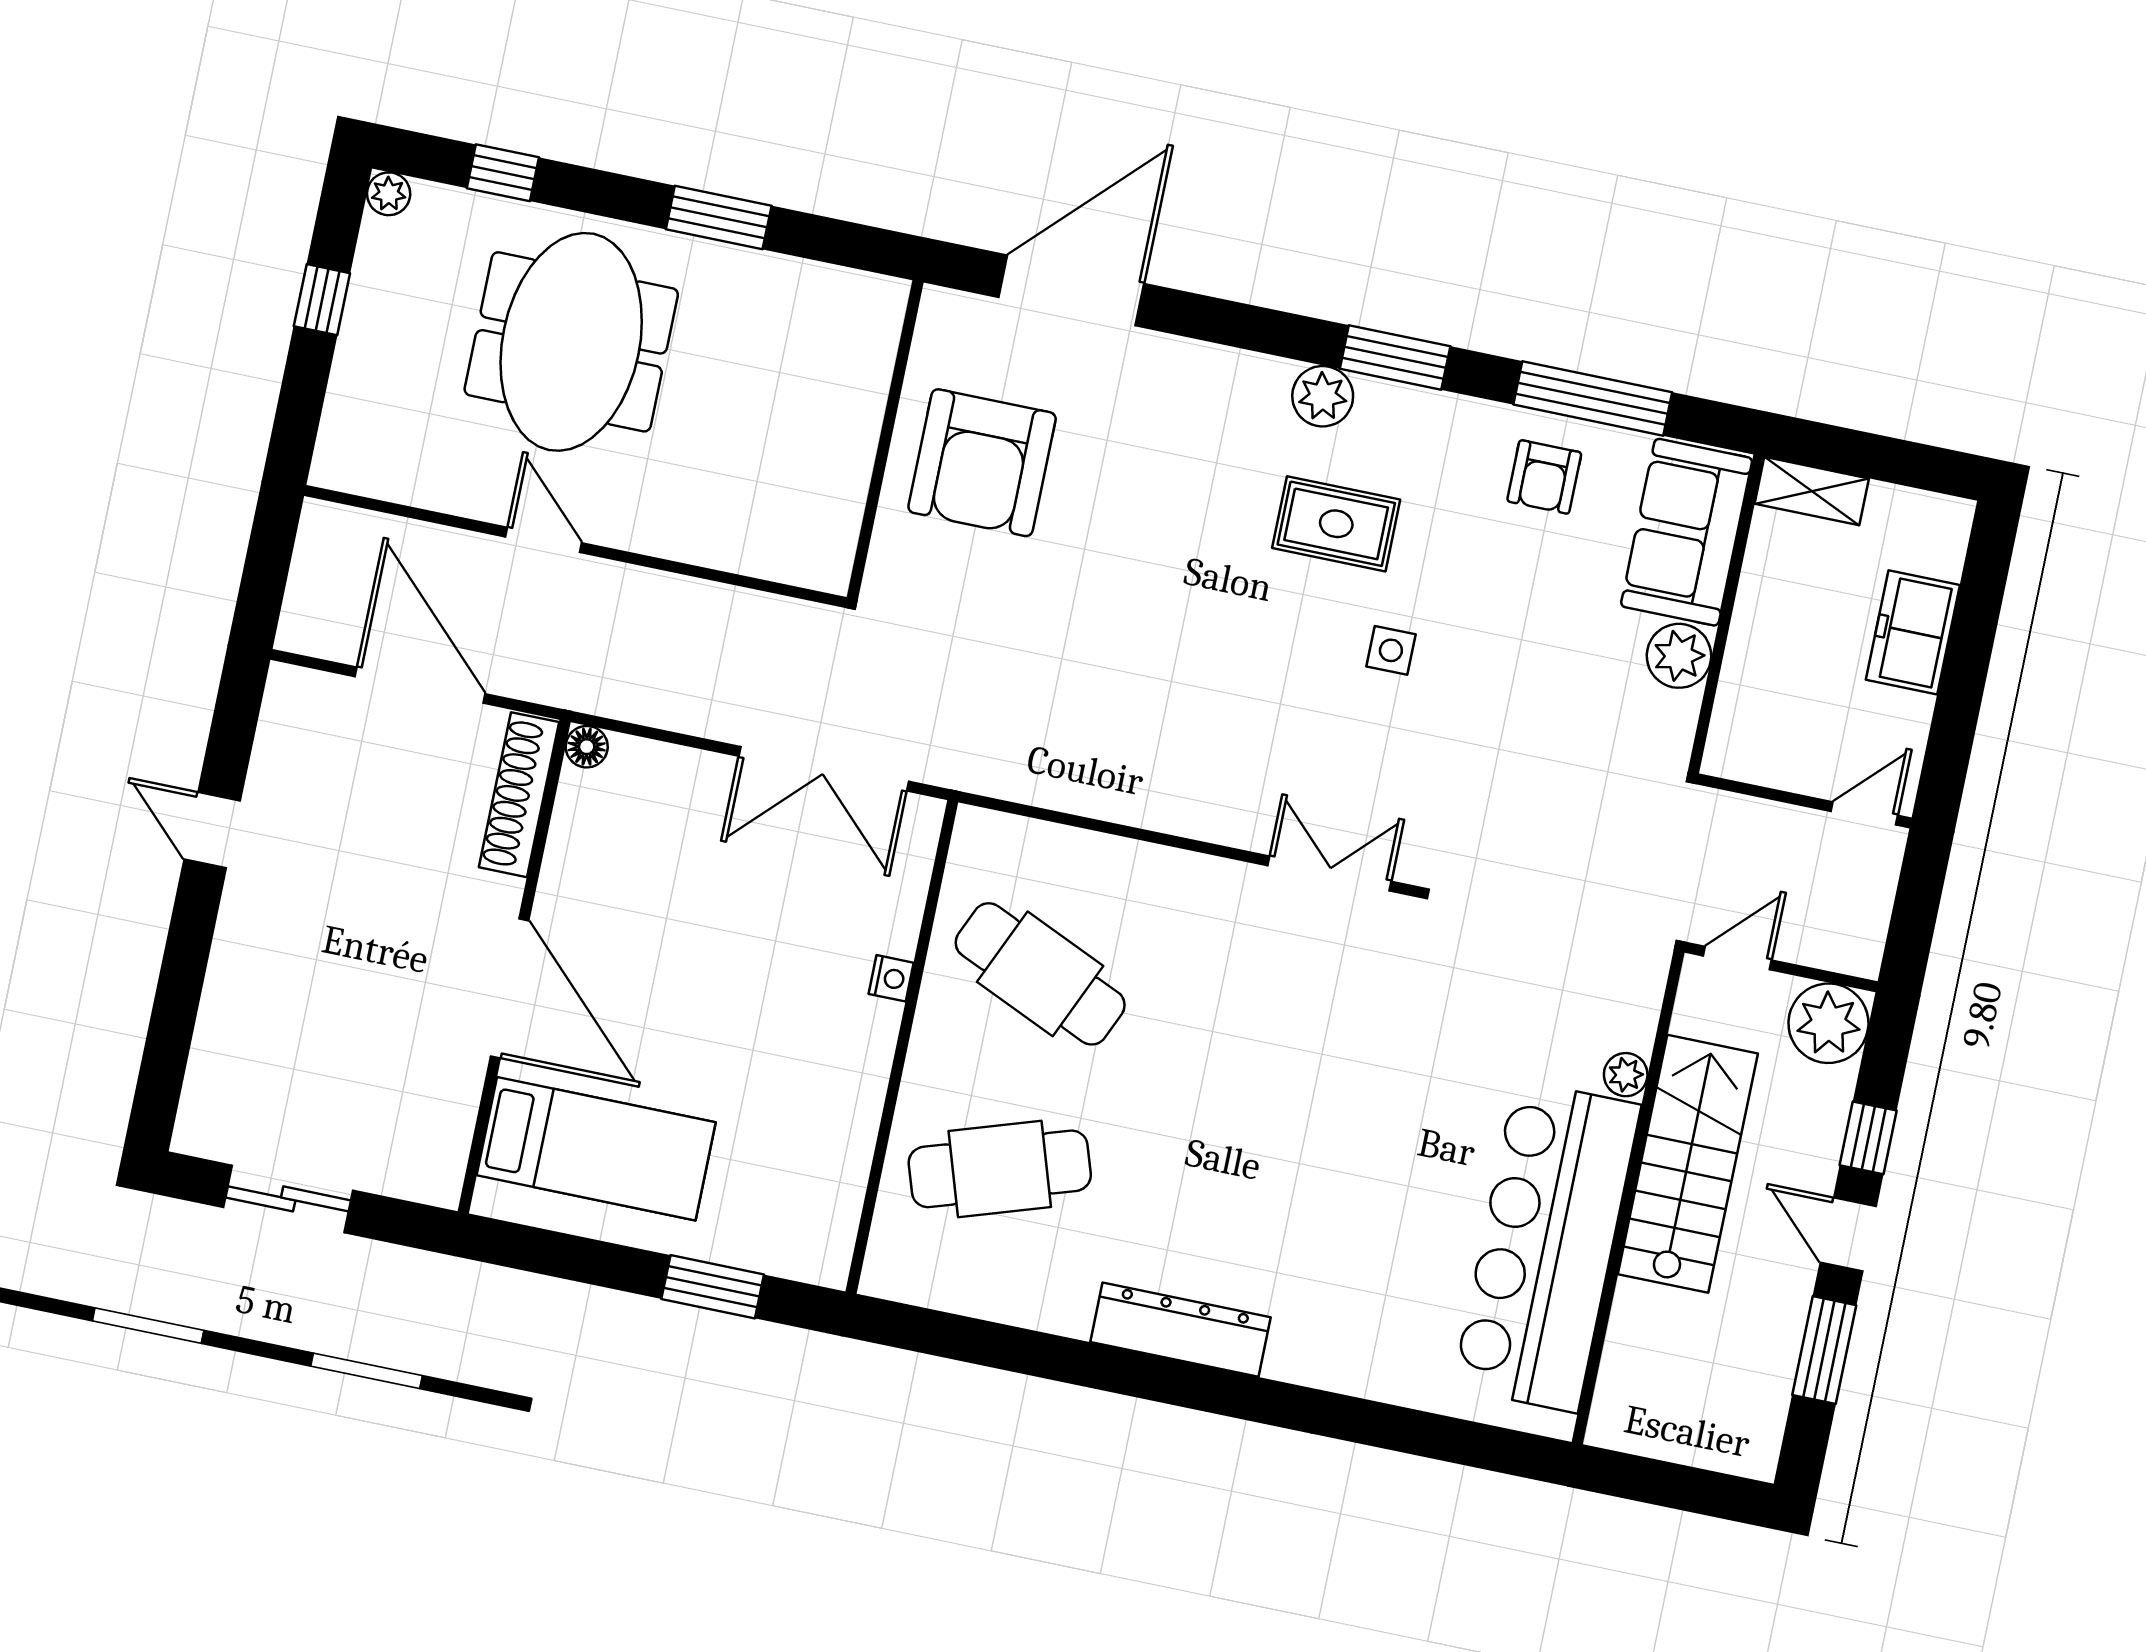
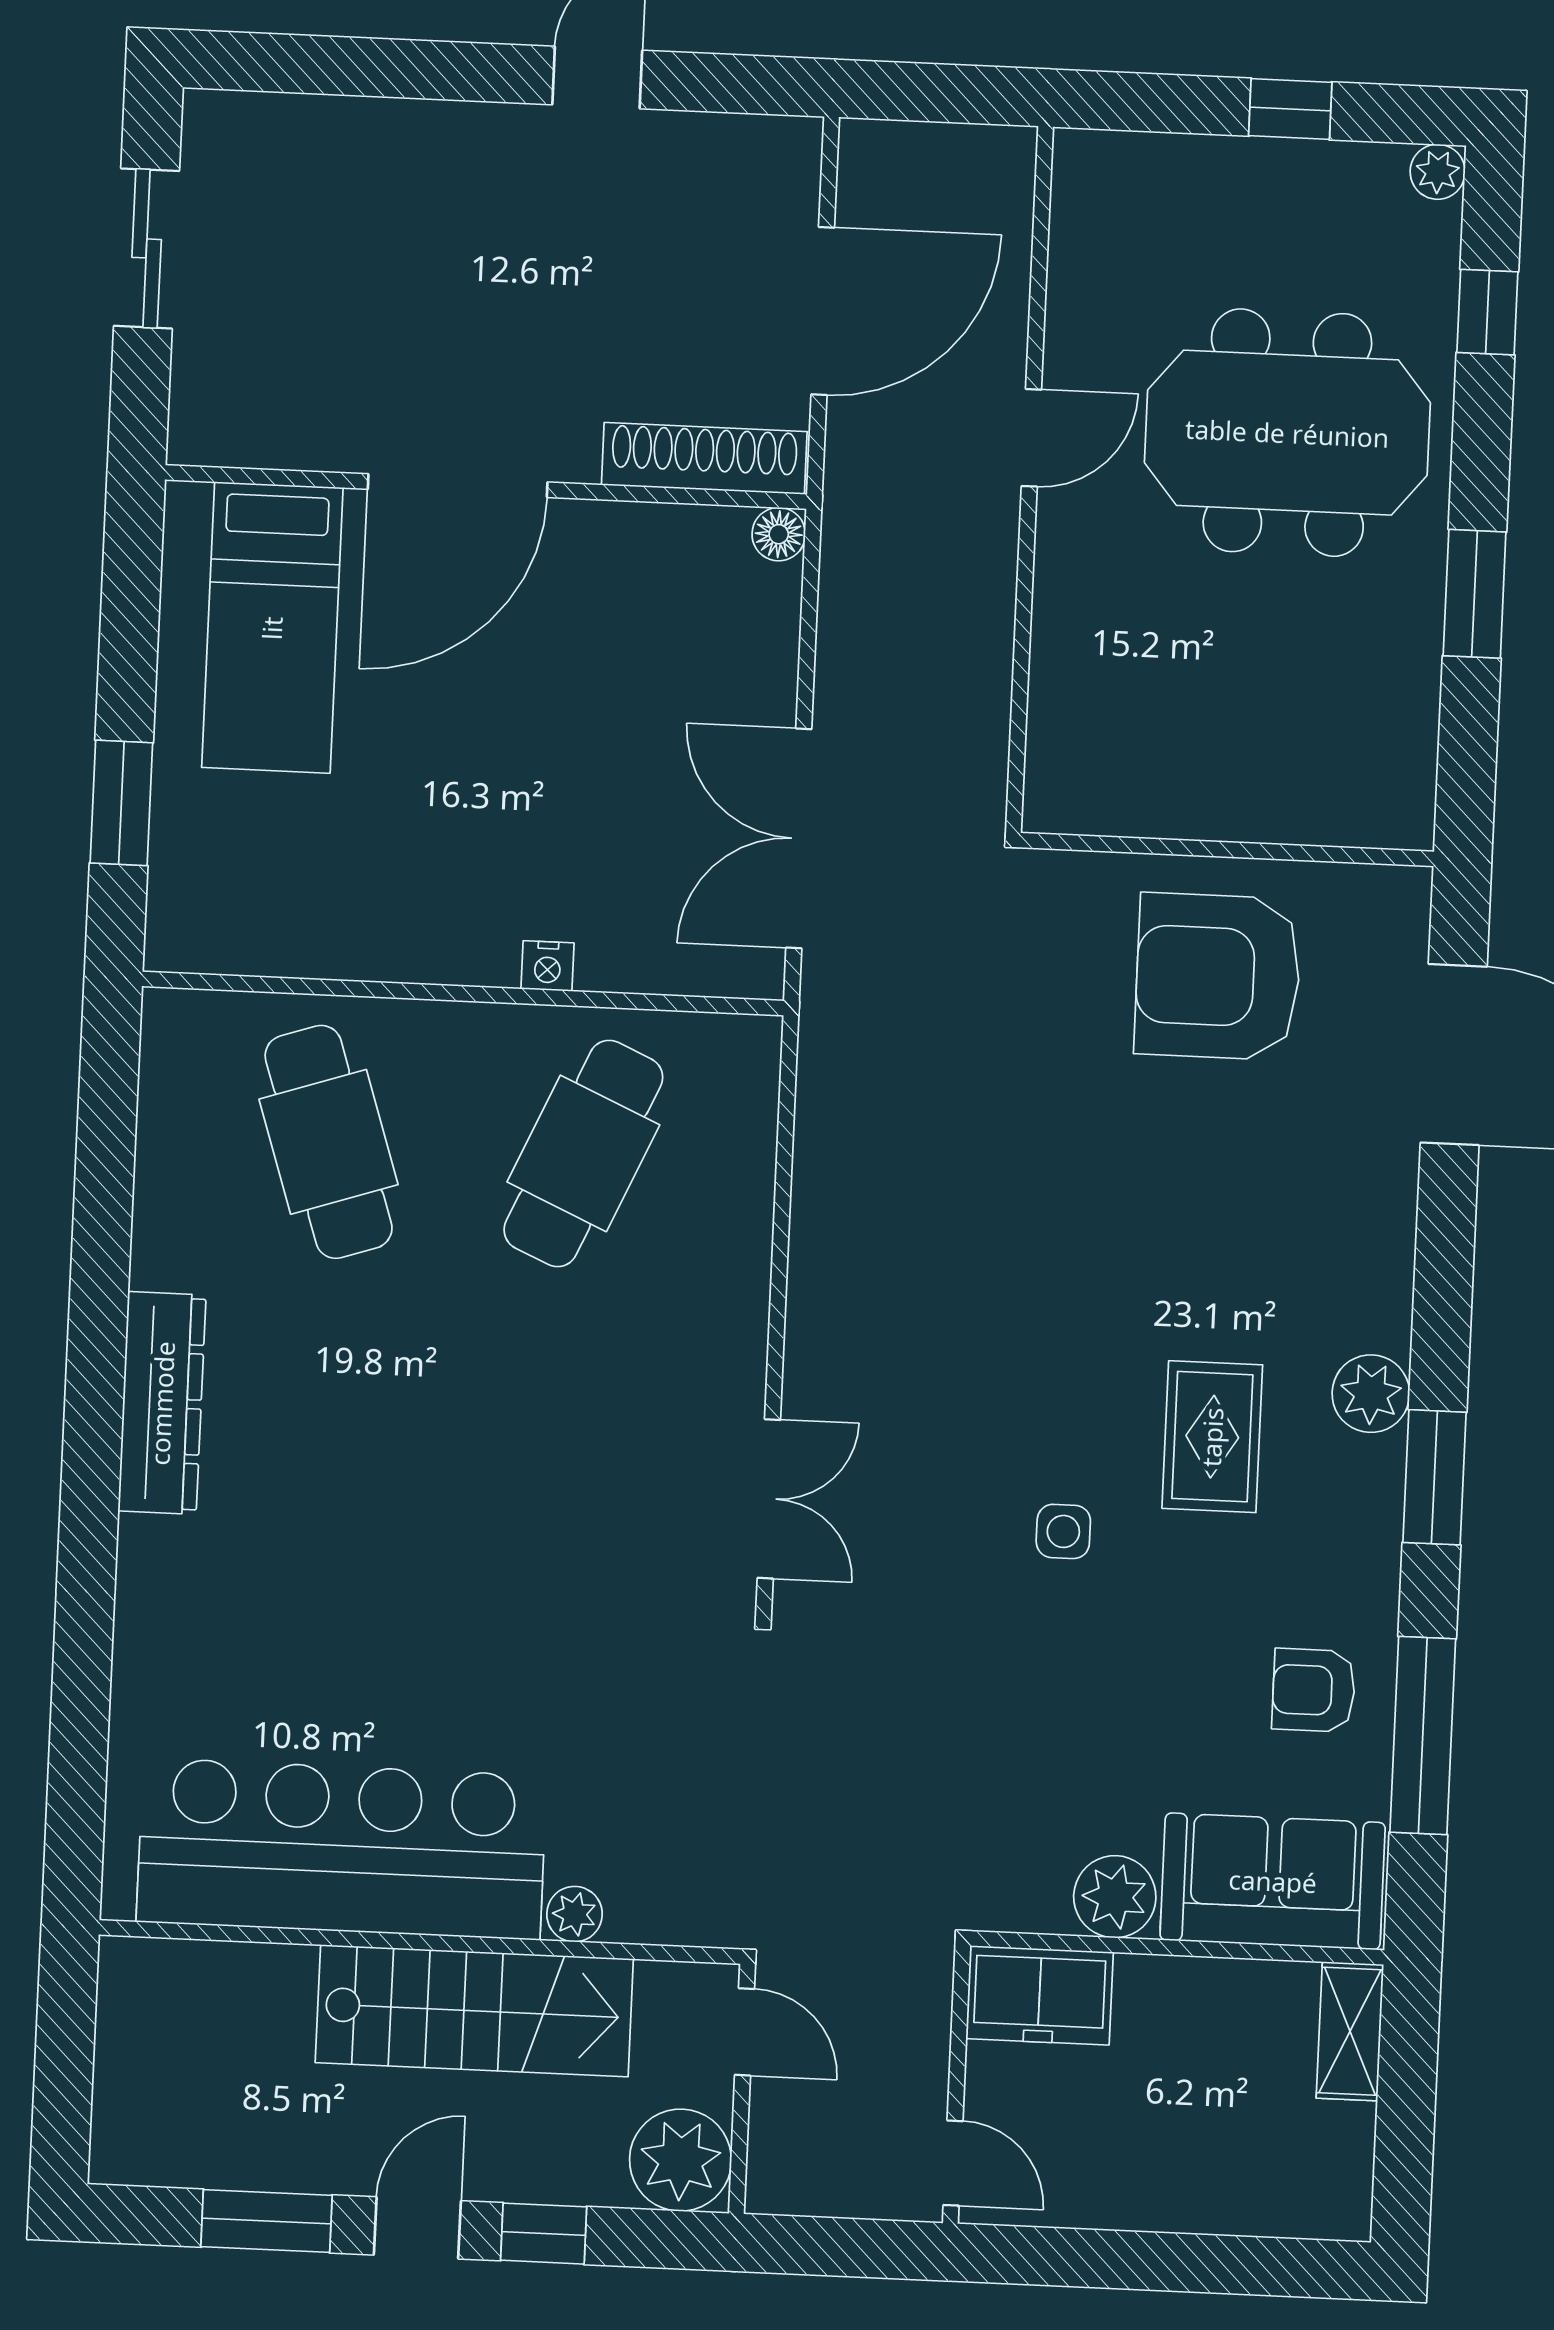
freezer: (1913, 632) -> (1040, 1995), moved, turned 180

